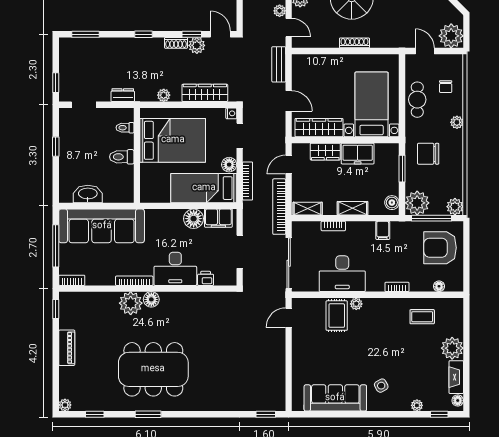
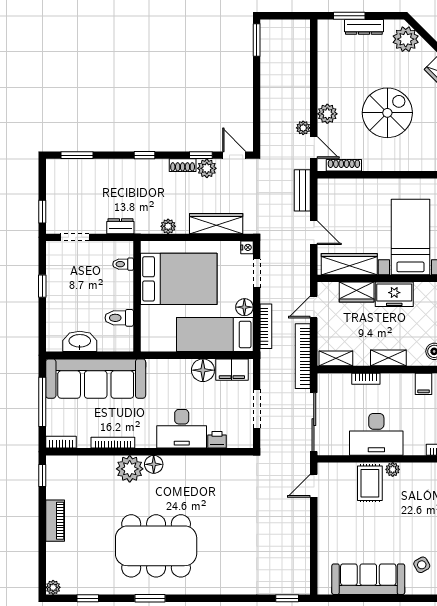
shoe rack: (354, 43) -> (344, 165), moved
toilet: (122, 157) -> (119, 318), moved
bookcase: (134, 281) -> (113, 443), moved

